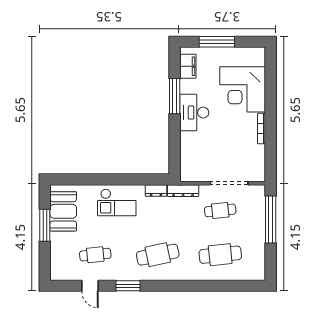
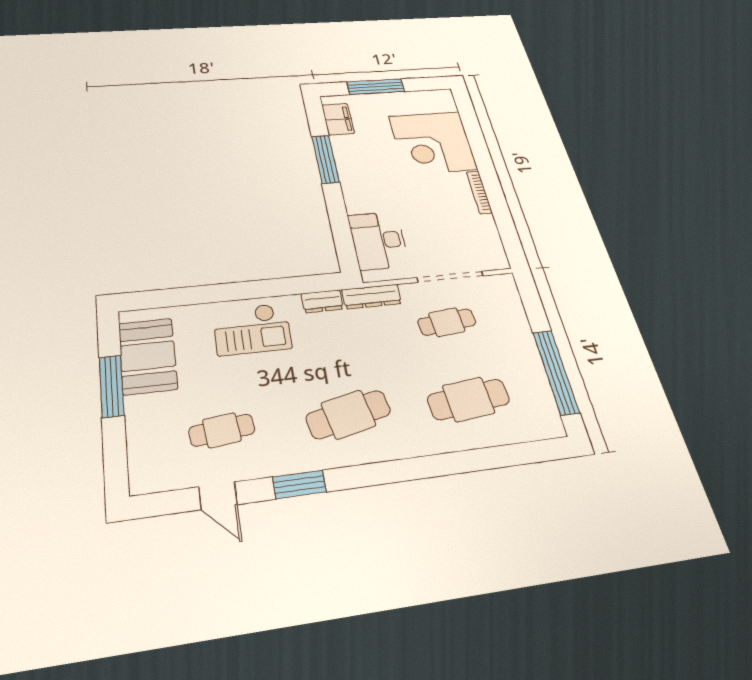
desk: (194, 113) -> (378, 240), moved
window: (271, 220) -> (556, 372), moved

